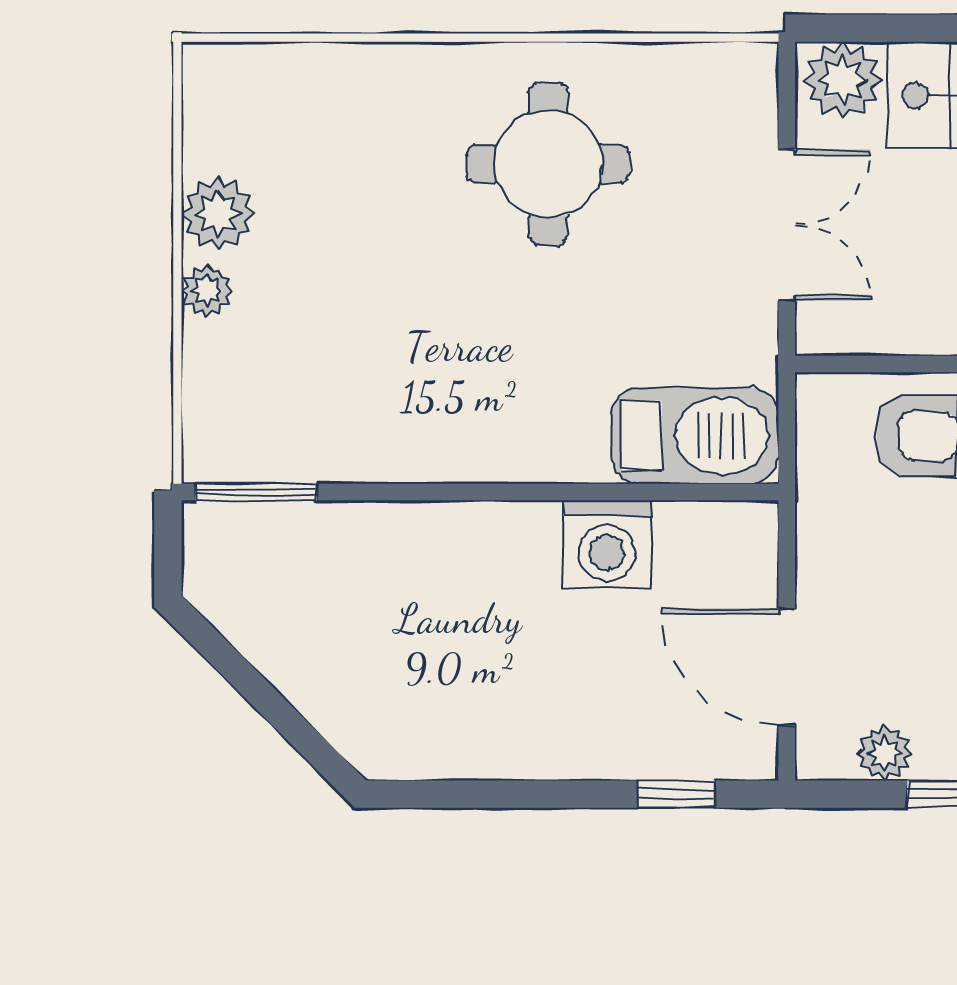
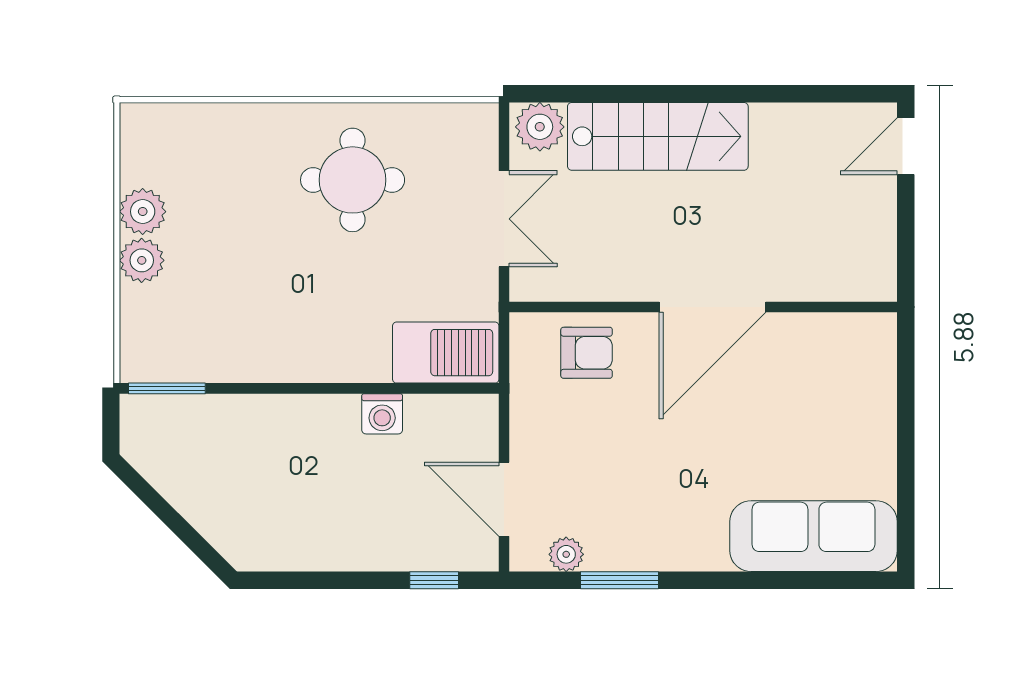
plant: (207, 291) -> (142, 260), width x1.38, depth x1.38
washing machine: (607, 544) -> (382, 414), width x0.73, depth x0.73

